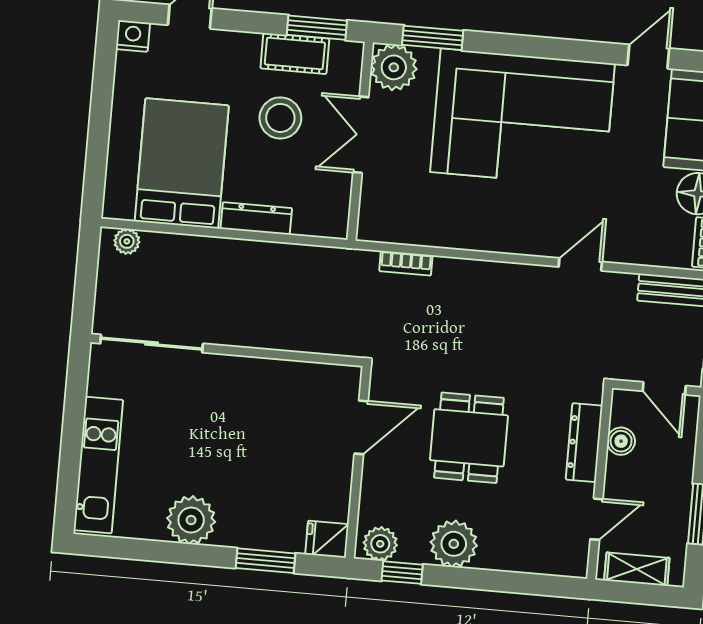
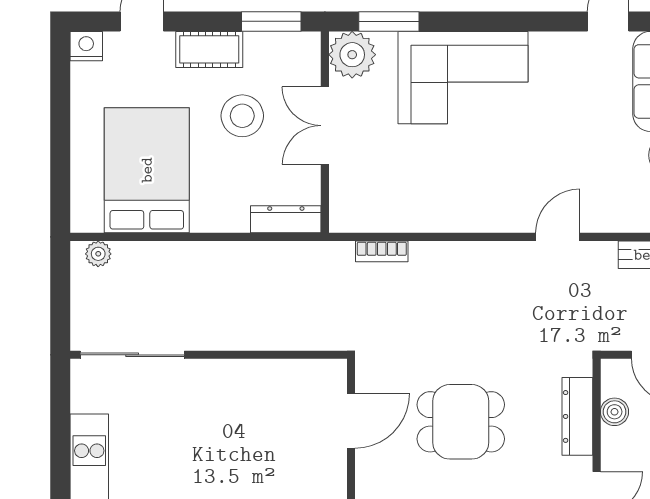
cot: (295, 53) -> (209, 49), moved
corner sofa: (522, 118) -> (463, 78), width x0.73, depth x0.74
dresser: (256, 218) -> (286, 219), moved
dining table: (469, 438) -> (461, 422), turned 90

